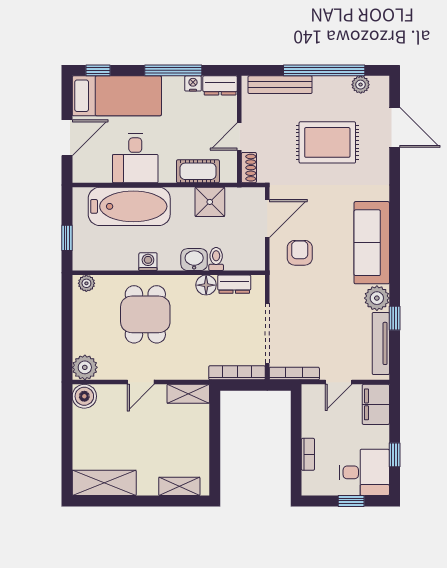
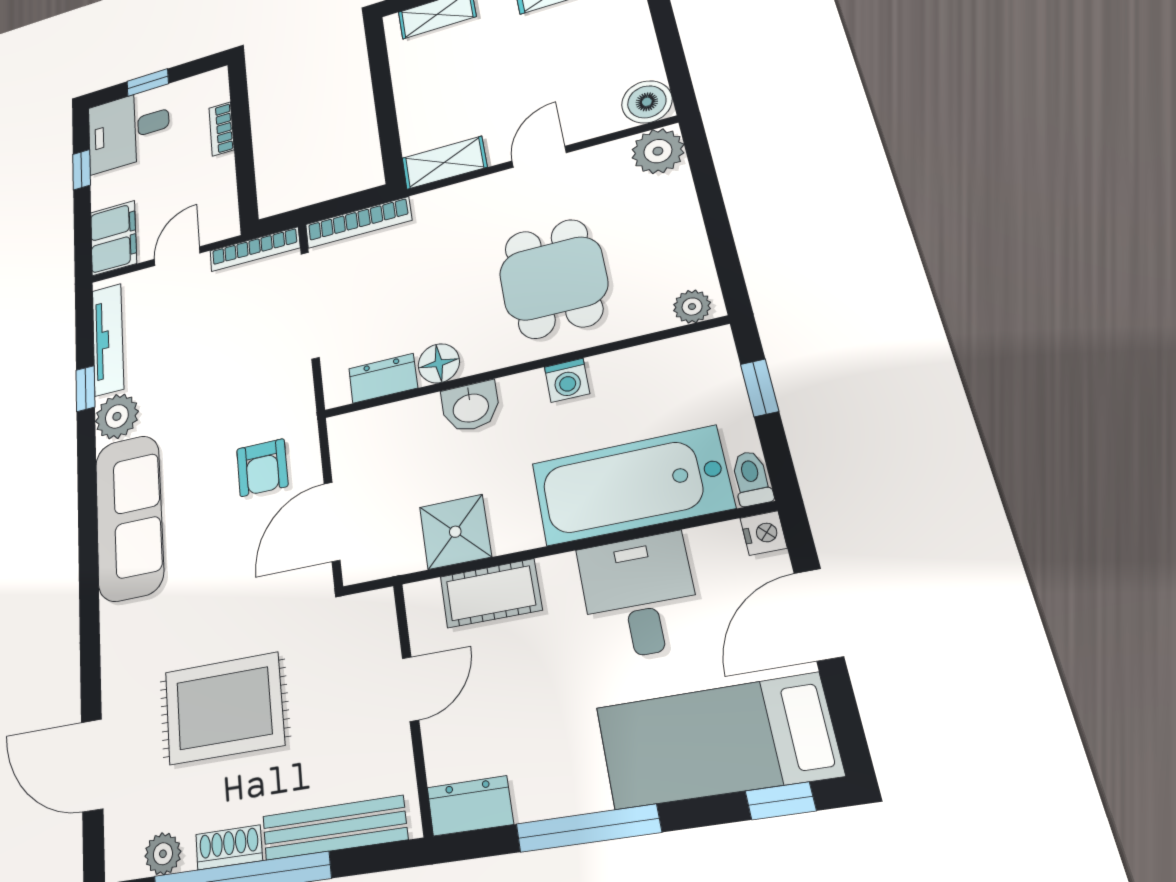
nightstand: (193, 83) -> (764, 533), moved, turned -90
shoe rack: (249, 168) -> (229, 847), moved, turned 90
toilet: (216, 259) -> (751, 478), moved, turned 180

